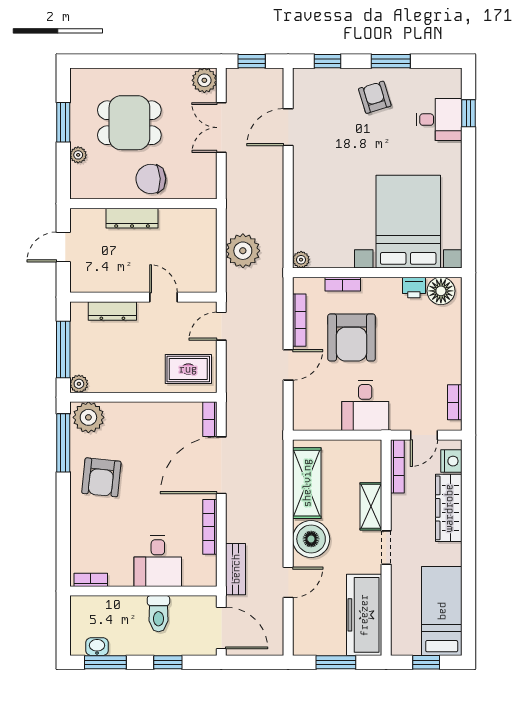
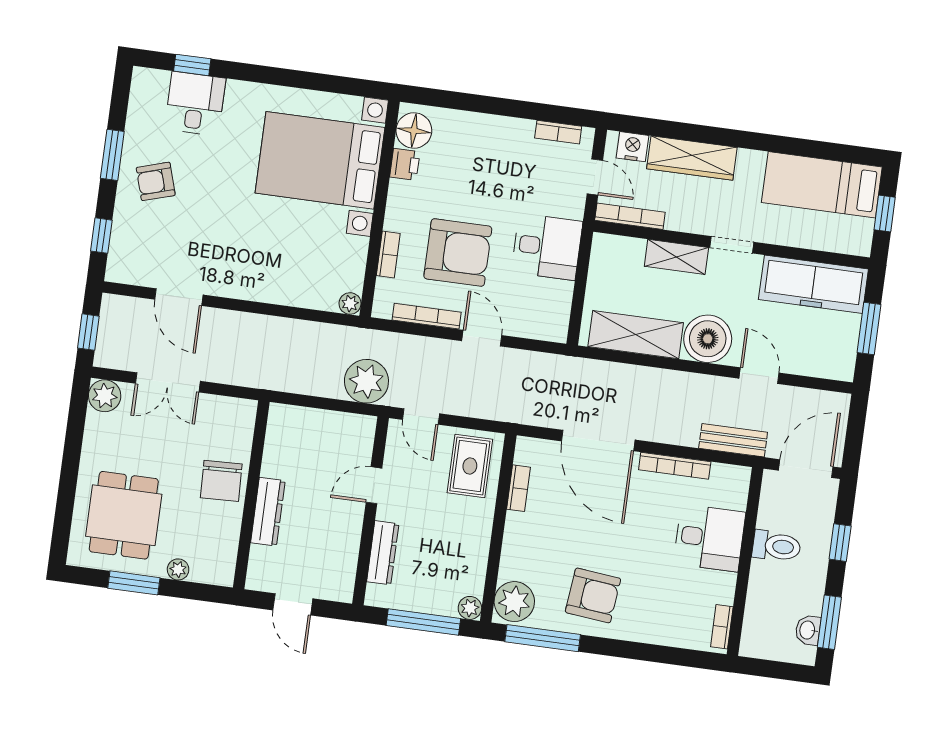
dining table: (129, 123) -> (124, 515), moved
plant: (243, 251) -> (366, 381), moved
bookcase: (210, 419) -> (518, 488), moved, turned -90

